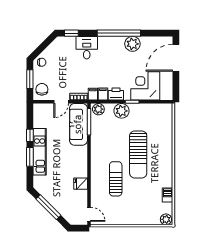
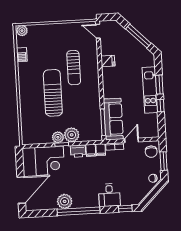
plant: (98, 109) -> (58, 137), moved

